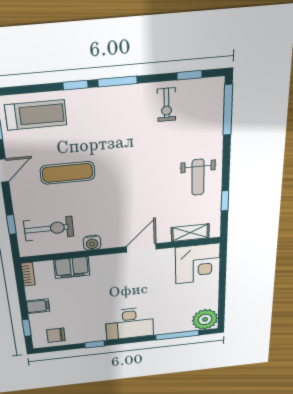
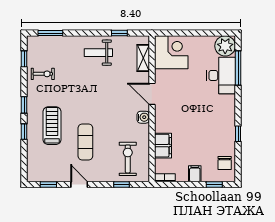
window: (118, 81) -> (24, 105), width x0.67
window: (228, 110) -> (50, 33), width x0.69
treadmill: (36, 115) -> (52, 126), moved
weight bench: (198, 177) -> (98, 53), turned 180
water cooler: (92, 243) -> (143, 117), moved
desk: (130, 324) -> (221, 75), moved

